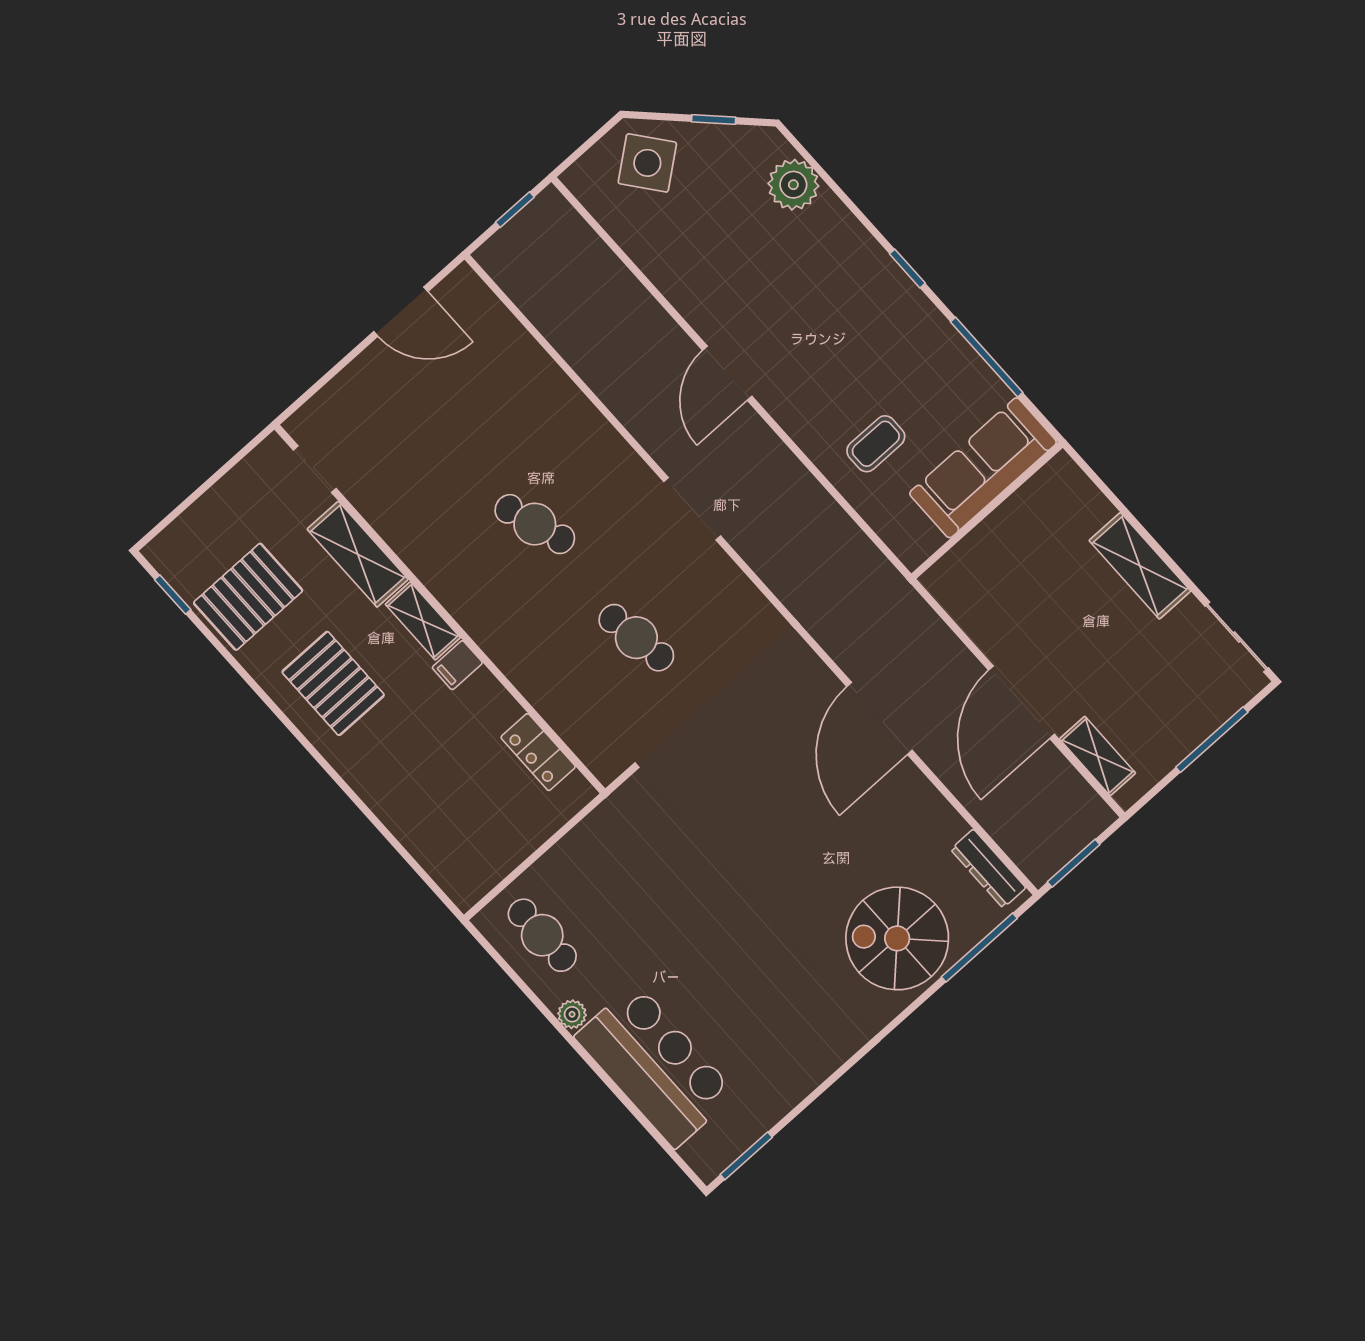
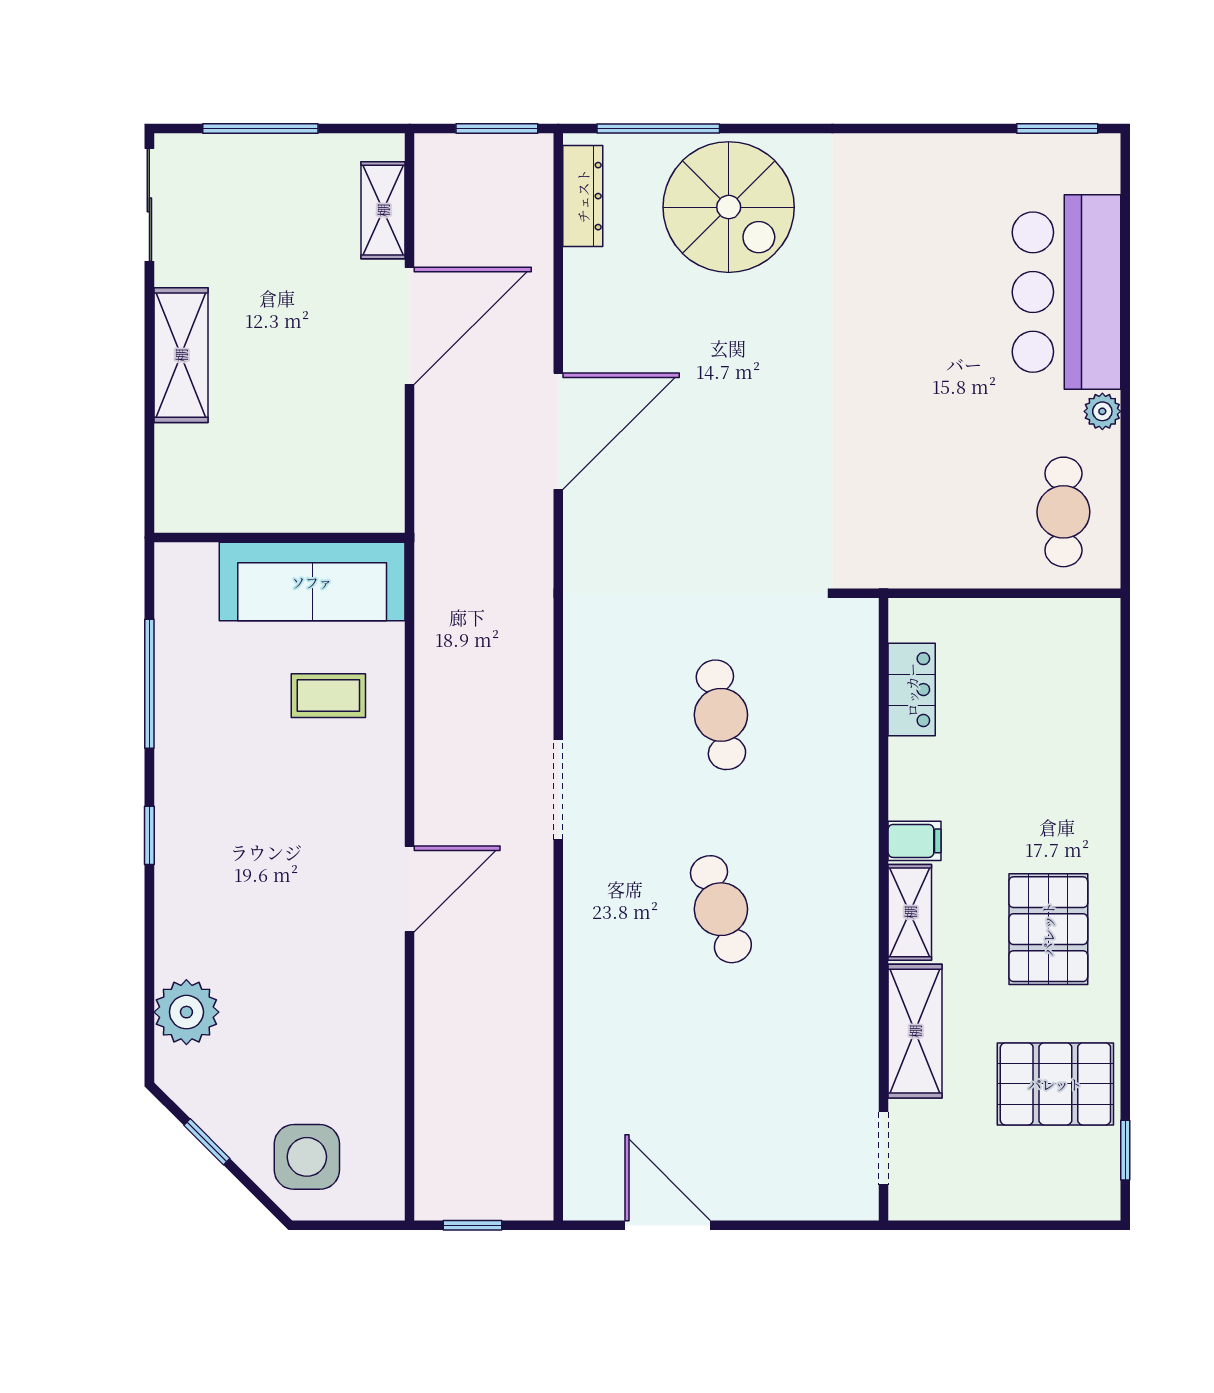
side table: (647, 163) -> (307, 1157), turned 38
sofa: (983, 468) -> (312, 582), moved

